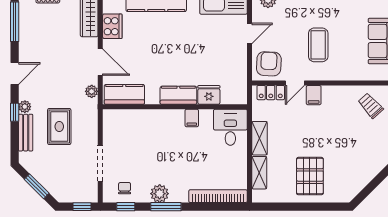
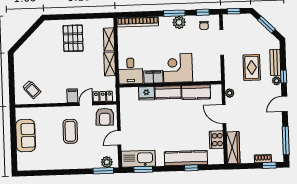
kitchen counter: (124, 94) -> (196, 92), moved
filing cabinet: (192, 118) -> (153, 77), width x2.00
corner desk: (164, 129) -> (178, 68), added

